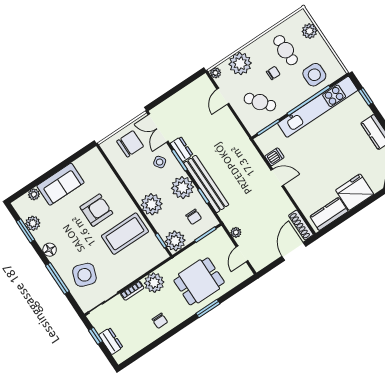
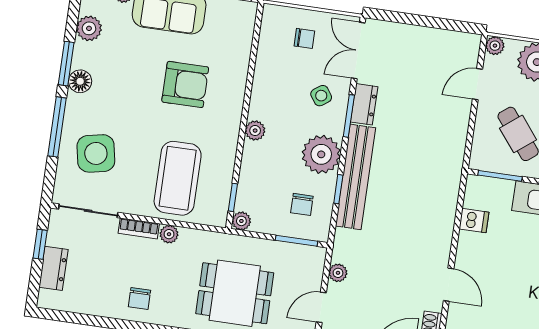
chair: (130, 144) -> (304, 38), width x0.54, depth x0.54
door: (277, 178) -> (449, 285), moved
plant: (152, 204) -> (255, 131), width x0.53, depth x0.53
window: (25, 231) -> (66, 64), moved
coffee table: (125, 234) -> (178, 178), moved, turned 90
plant: (175, 241) -> (241, 221), width x0.53, depth x0.53
side table: (84, 275) -> (96, 153), turned -31
plant: (154, 283) -> (169, 234), width x0.53, depth x0.53

